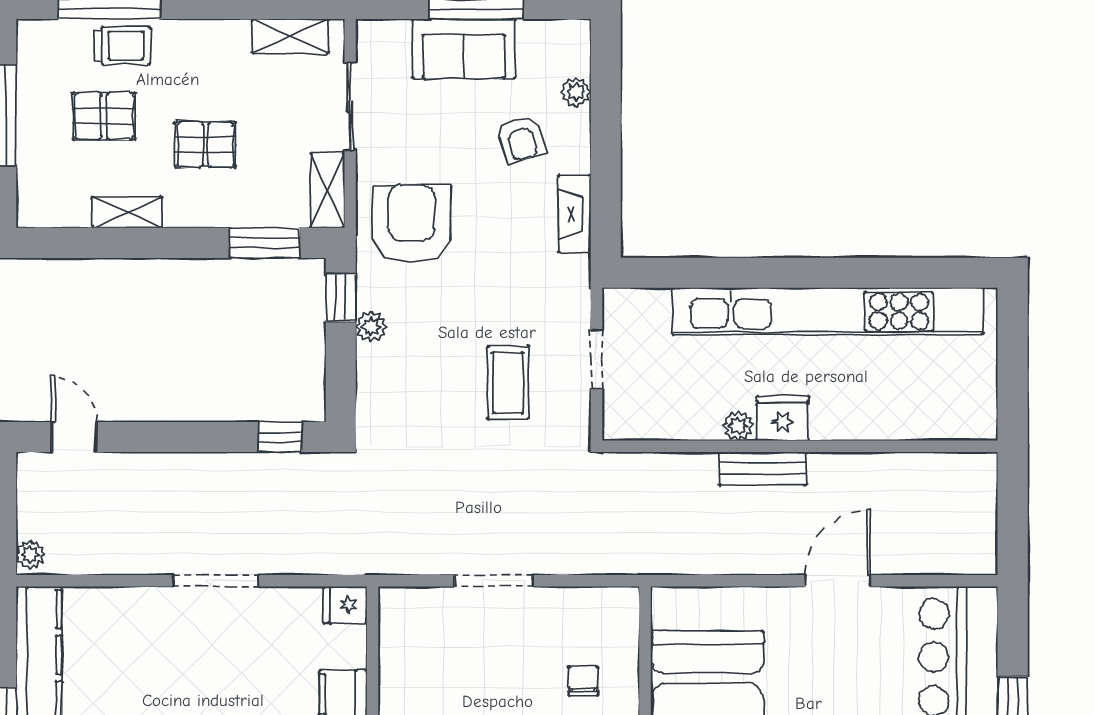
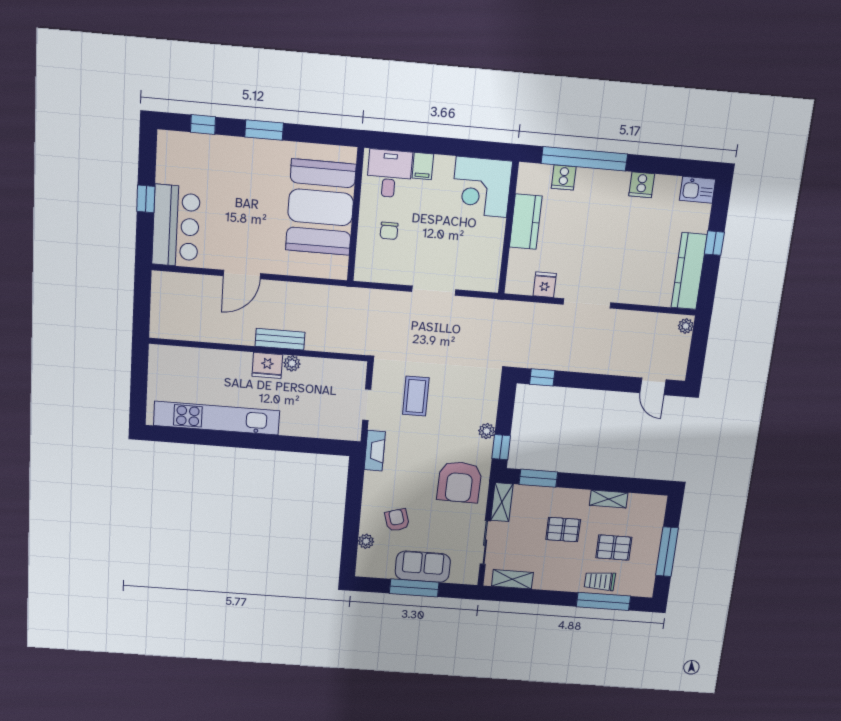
fireplace: (574, 214) -> (375, 451), moved
kitchen unit: (827, 311) -> (217, 418), width x0.73
fridge: (345, 605) -> (545, 285), moved, turned -90

